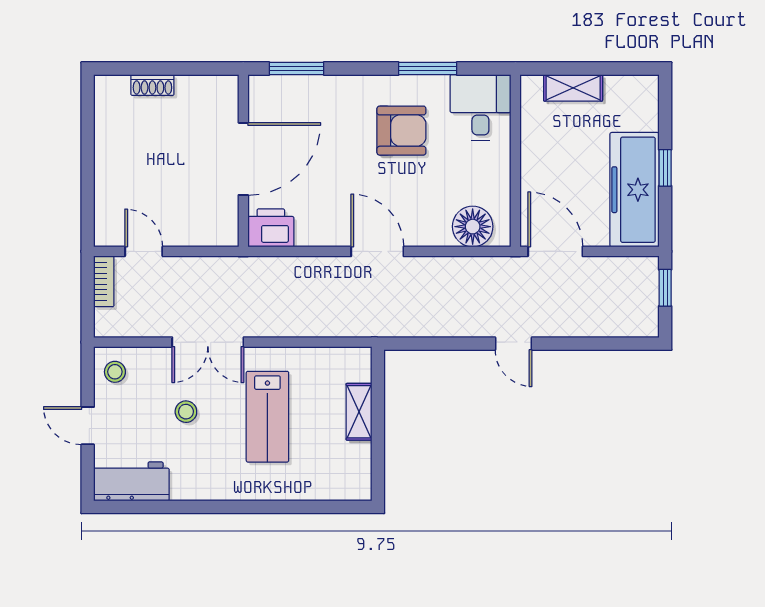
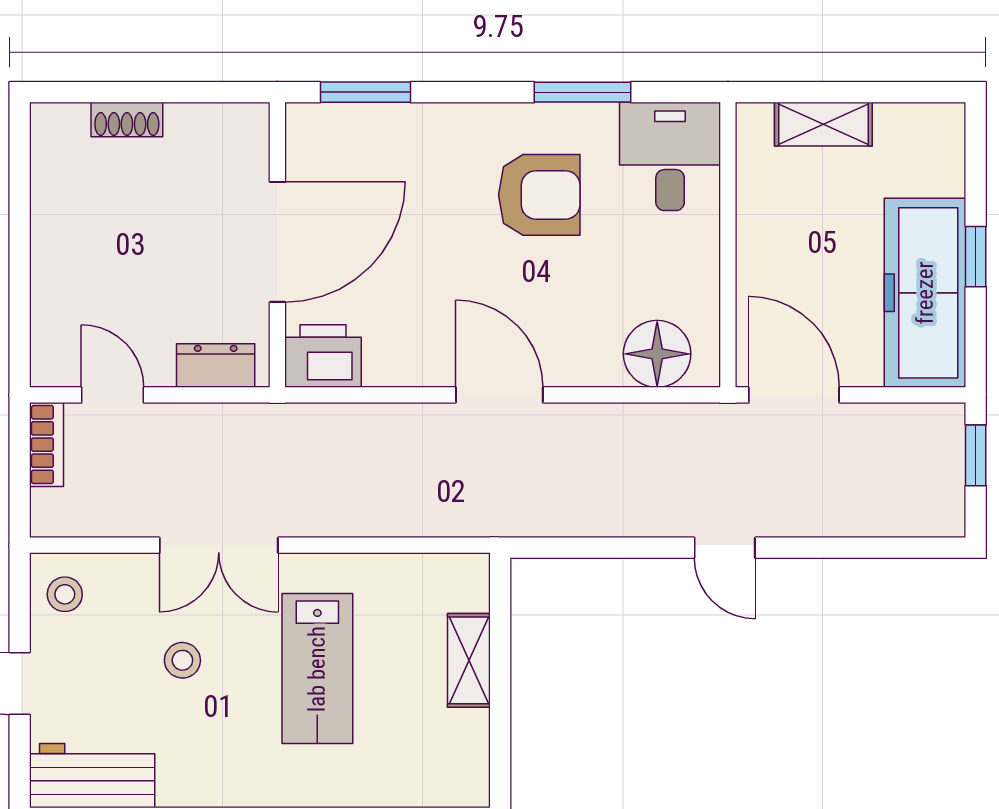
dresser: (206, 234) -> (216, 366), added

